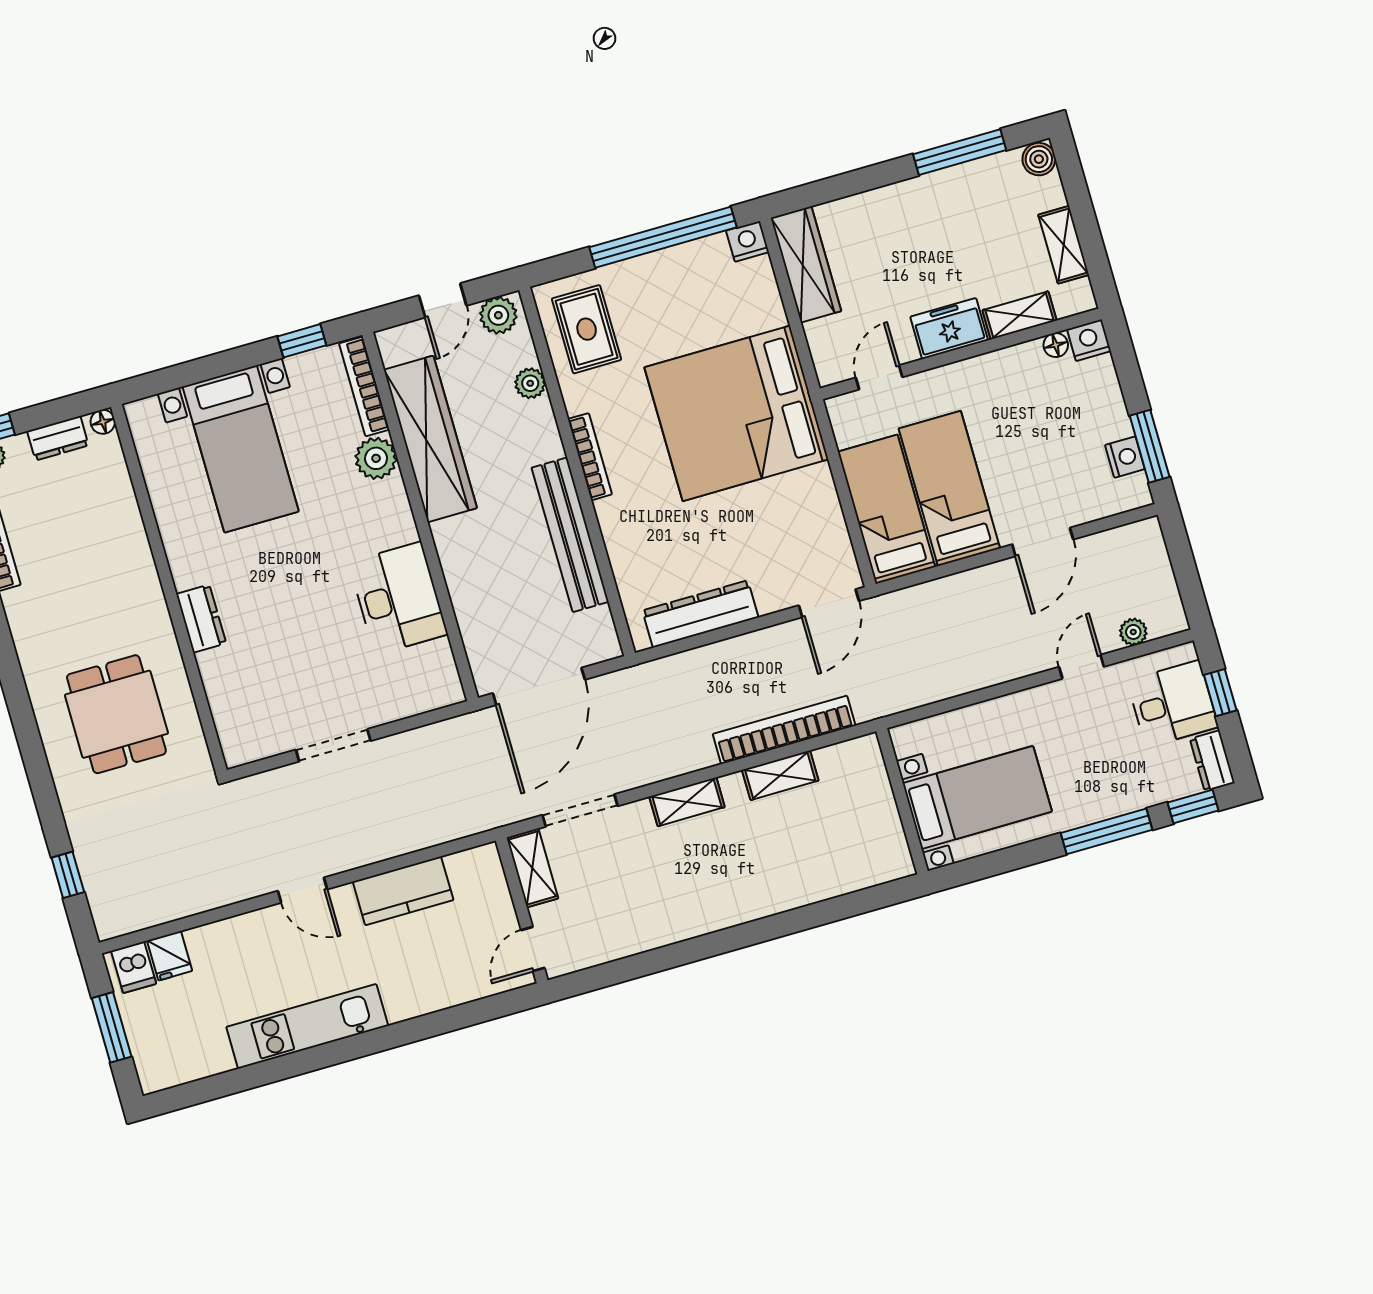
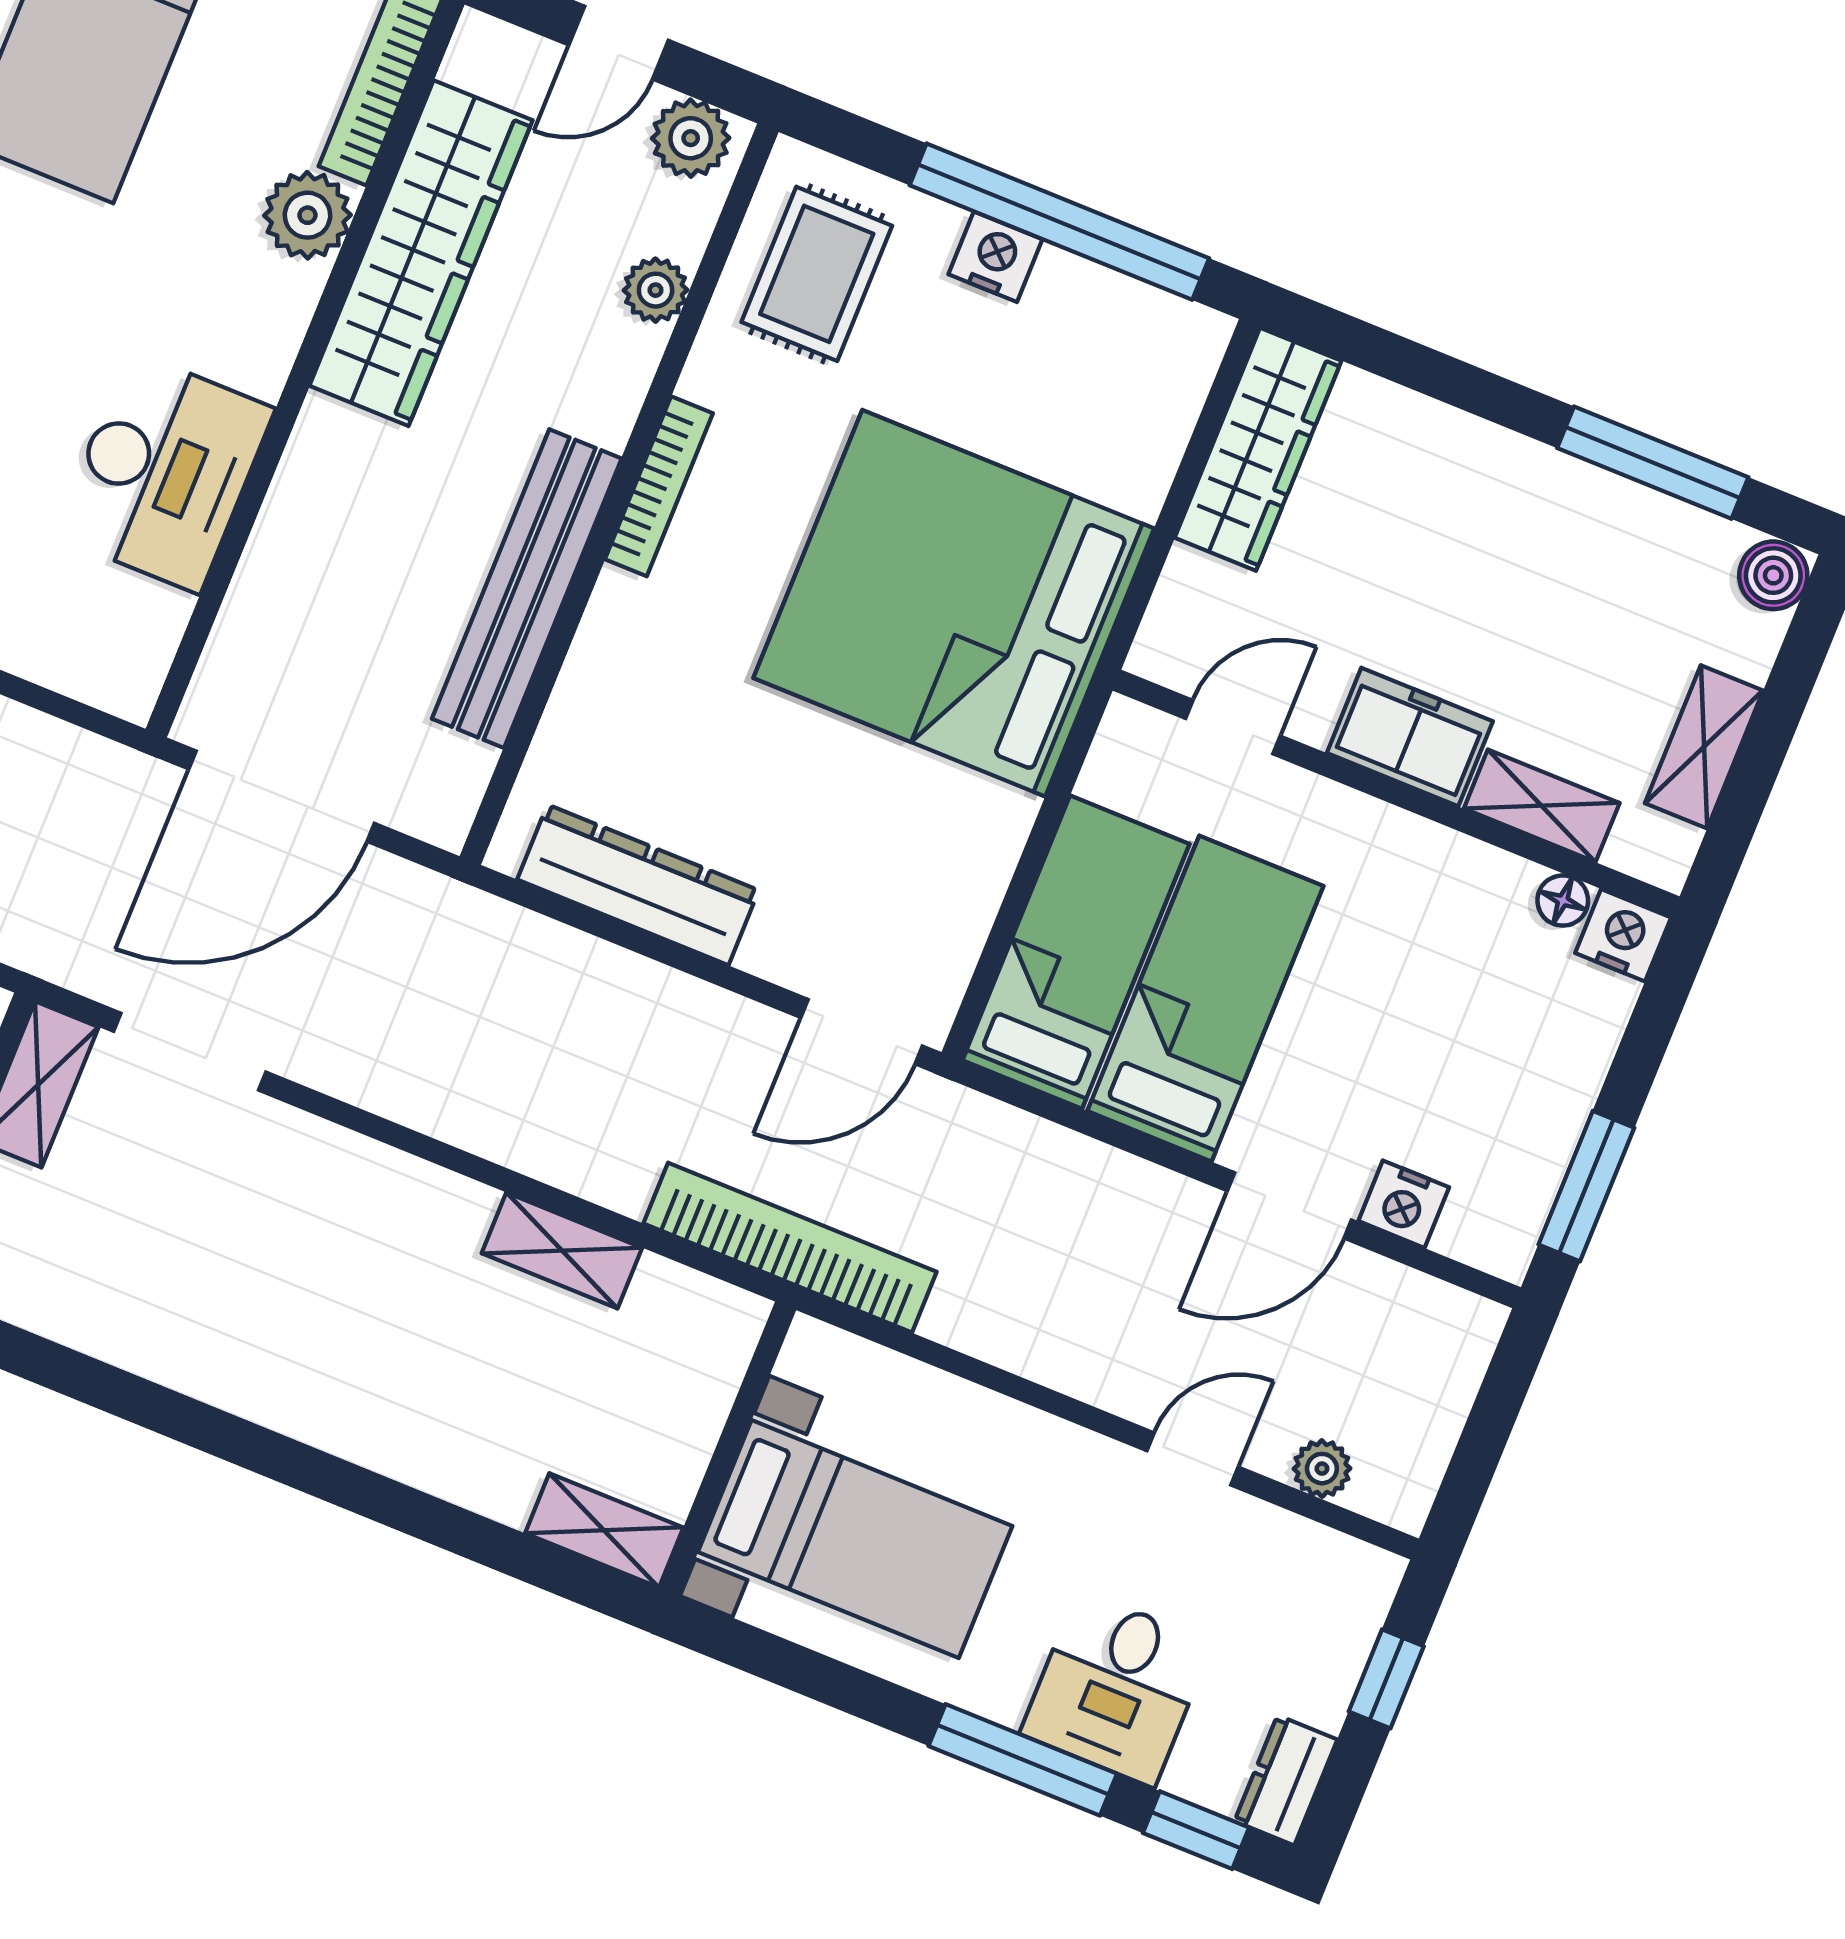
nightstand: (748, 241) -> (995, 257), moved
nightstand: (1125, 457) -> (1404, 1204), moved, turned 90
desk: (1173, 704) -> (1116, 1688), moved, turned 90
bookcase: (784, 730) -> (790, 1248), moved
shelving: (687, 802) -> (604, 1530), moved

